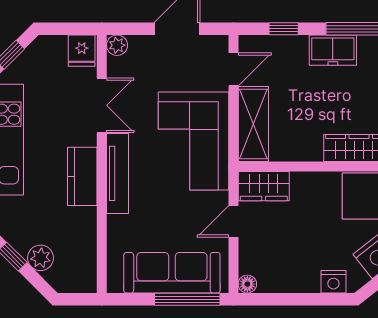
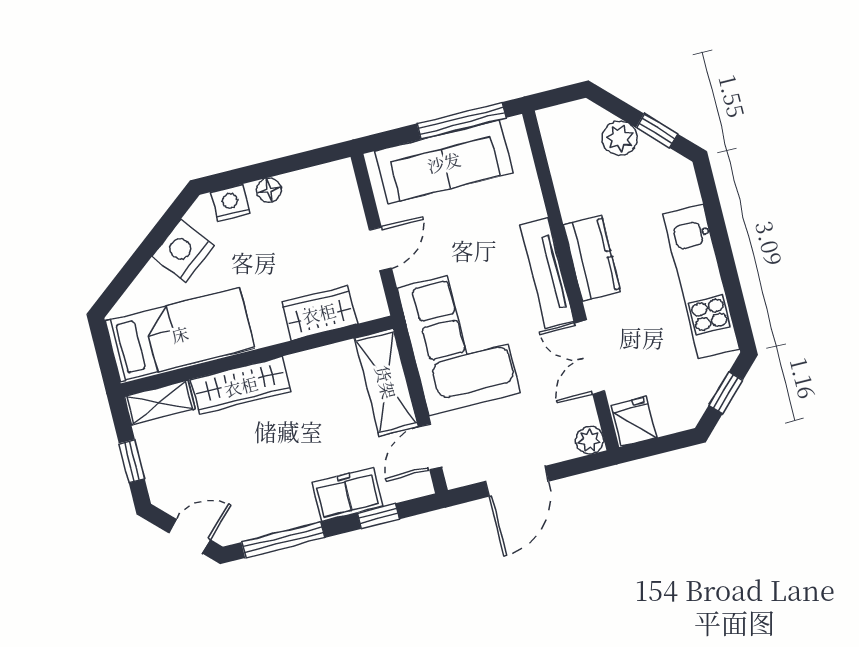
freezer: (333, 50) -> (348, 494), moved
wardrobe: (264, 186) -> (319, 313), moved
floor lamp: (247, 284) -> (269, 190), moved
window: (187, 299) -> (461, 121), moved

